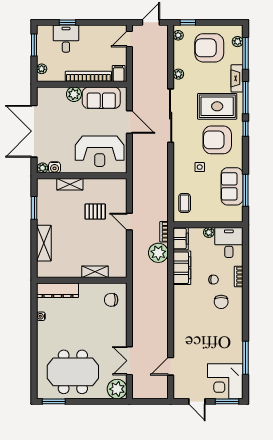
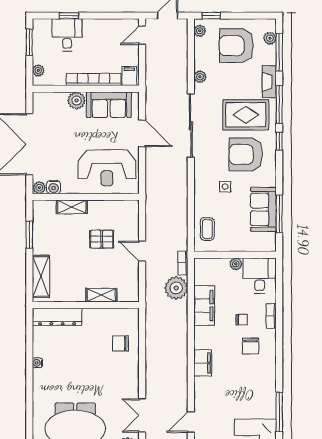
filing cabinet: (181, 239) -> (203, 363), moved
shelving: (95, 272) -> (101, 295), moved
wall: (82, 280) -> (86, 305), moved
dresser: (58, 290) -> (57, 317), moved

